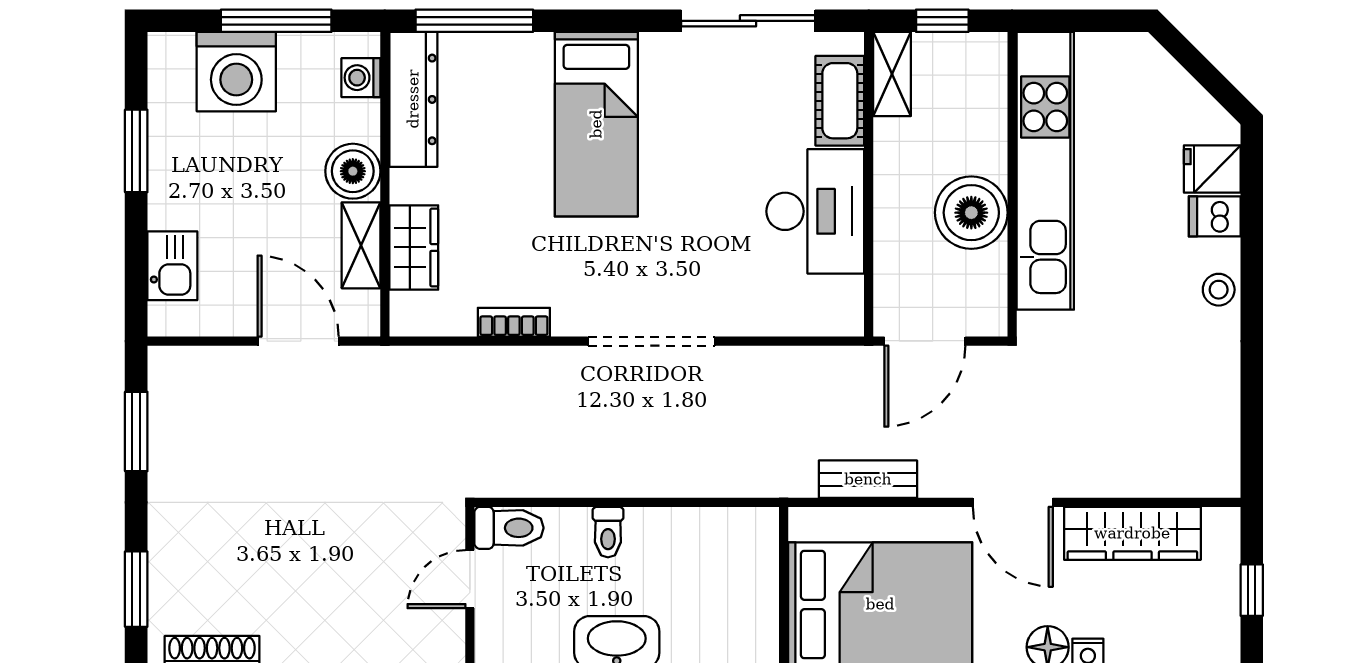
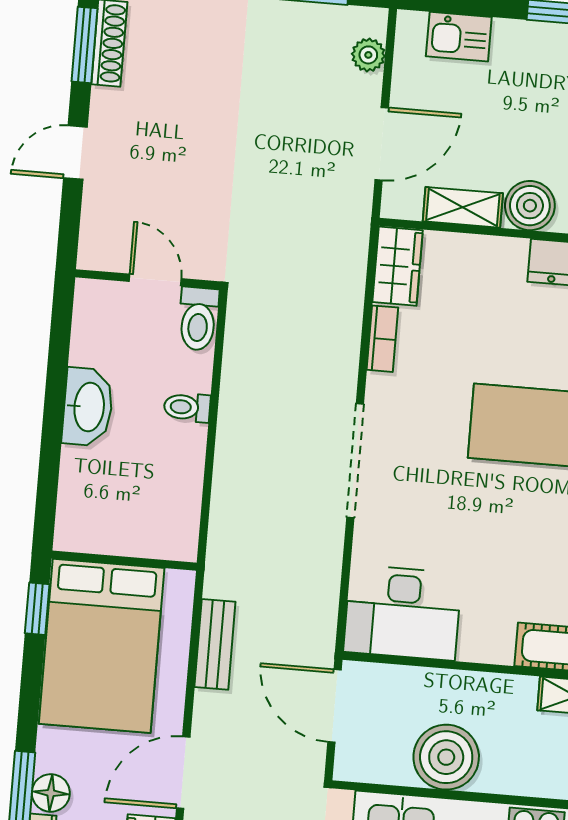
desk: (815, 211) -> (403, 613), moved
wardrobe: (414, 247) -> (398, 266), moved, turned -90
plant: (201, 364) -> (368, 55), added

